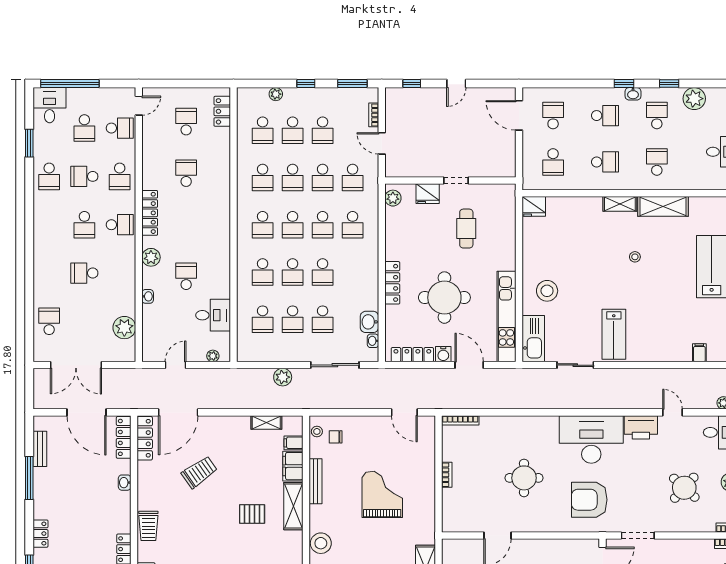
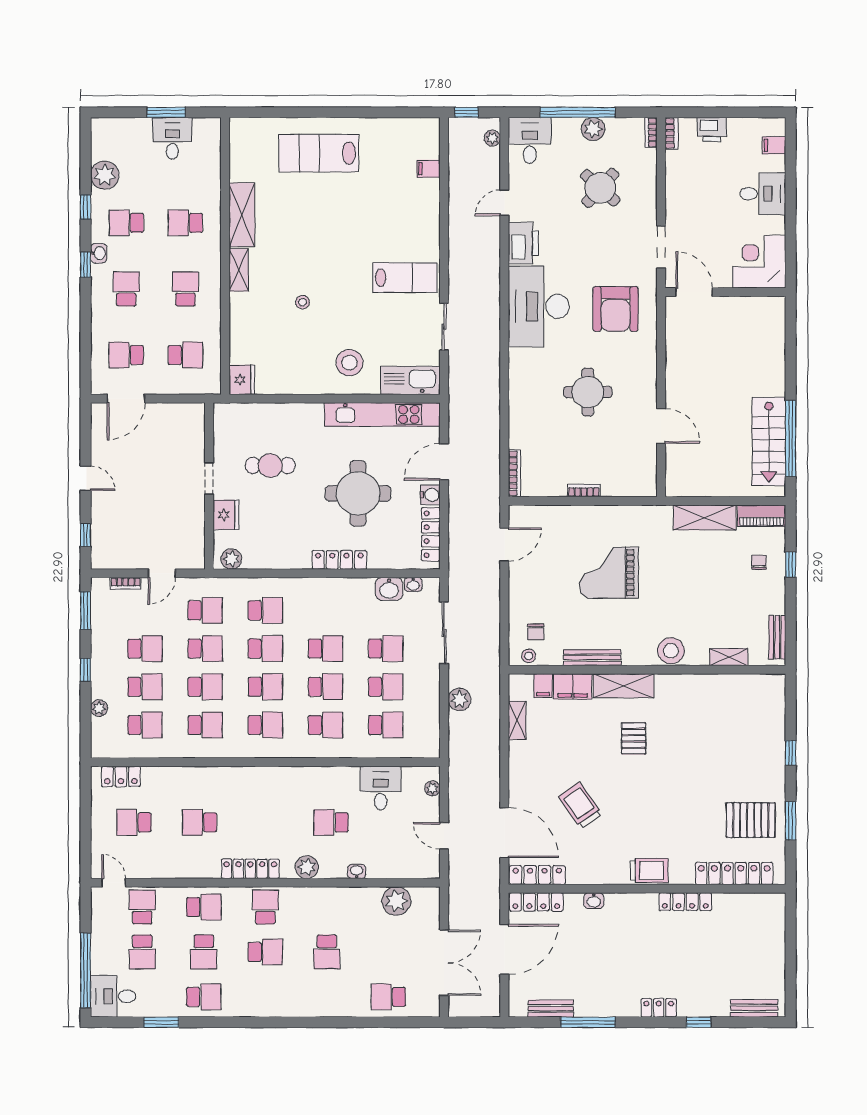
school desk: (84, 128) -> (142, 952), turned 90
stool: (635, 257) -> (303, 302), moved

